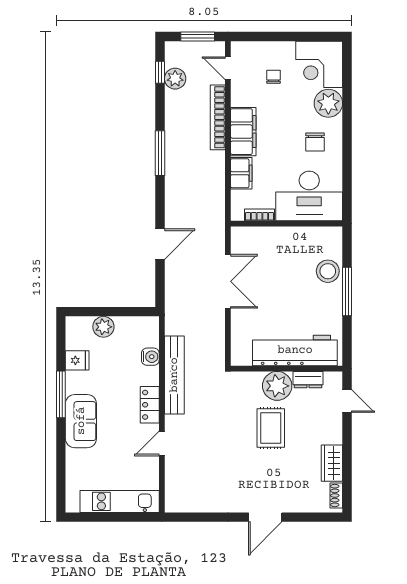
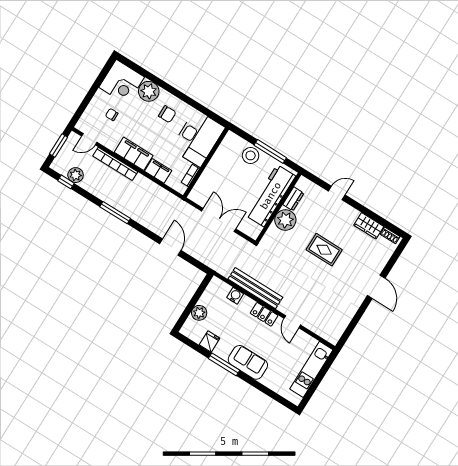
workbench: (295, 350) -> (271, 196), moved
wall: (287, 369) -> (278, 208), moved
dresser: (308, 380) -> (293, 199), moved
plant: (277, 386) -> (285, 220), moved

